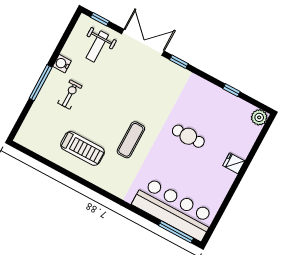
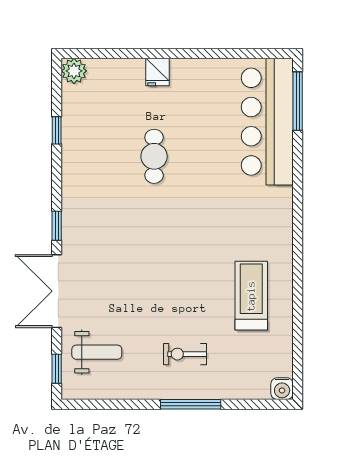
water cooler: (62, 64) -> (282, 389), moved
exercise mat: (131, 140) -> (203, 234), removed

